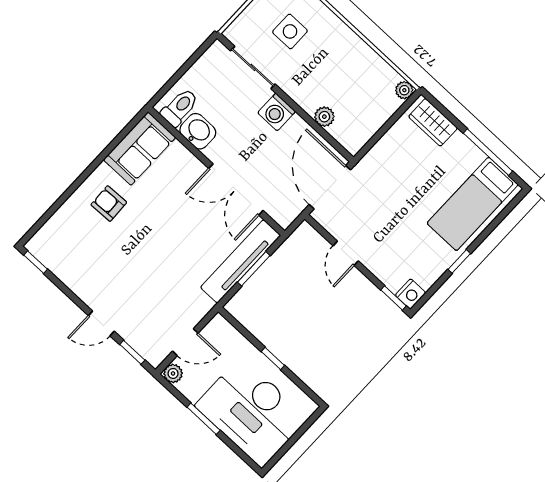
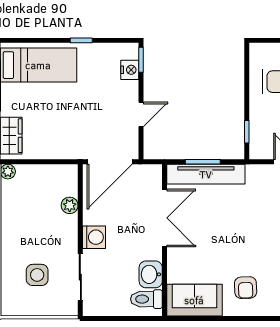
nightstand: (410, 294) -> (130, 70), moved, turned 90
window: (273, 358) -> (247, 132), moved

